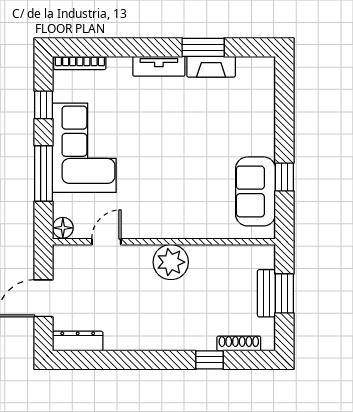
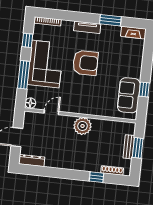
fireplace: (211, 67) -> (133, 33), moved
armchair: (163, 137) -> (85, 63), added

